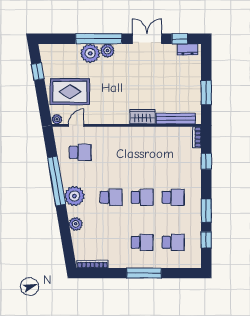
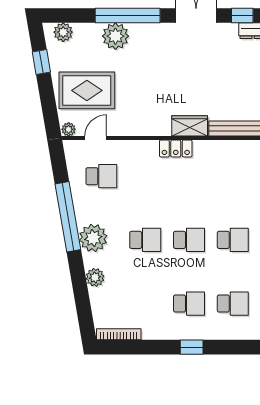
plant: (107, 51) -> (63, 32), moved
locker: (133, 133) -> (176, 148), added
window: (144, 273) -> (192, 347), width x0.46

